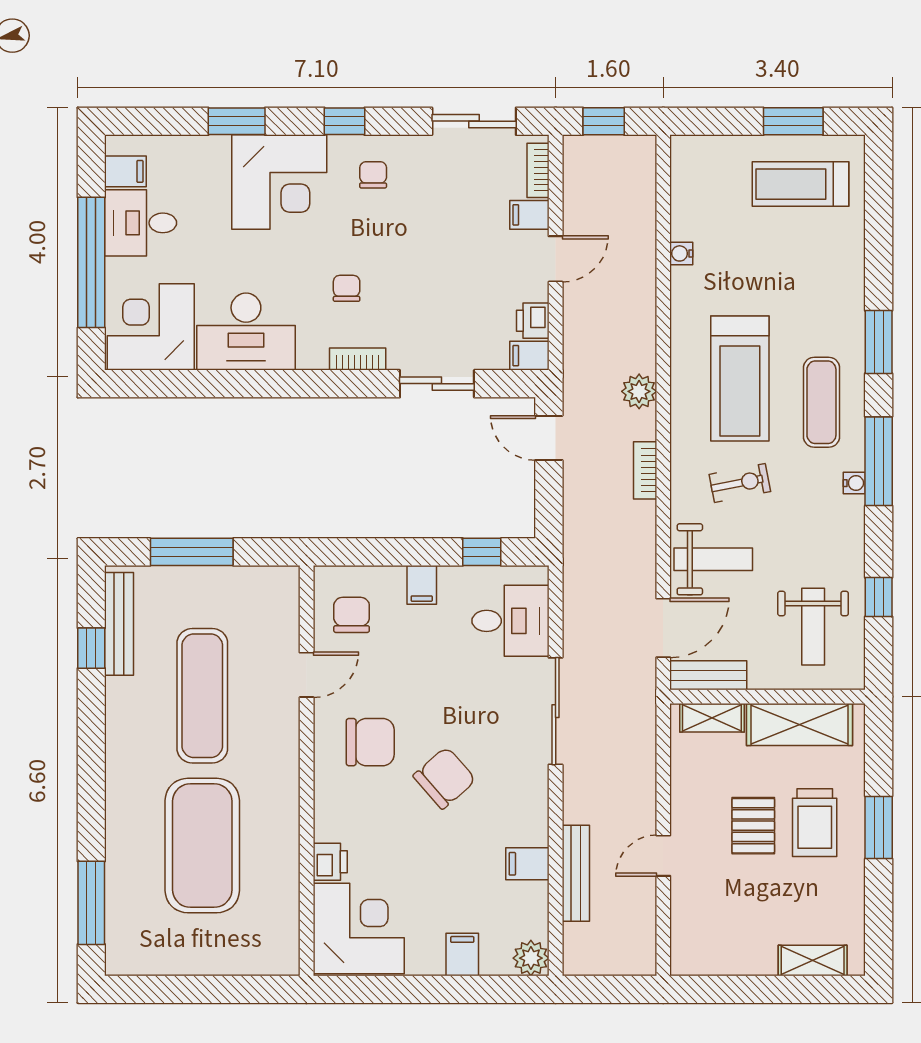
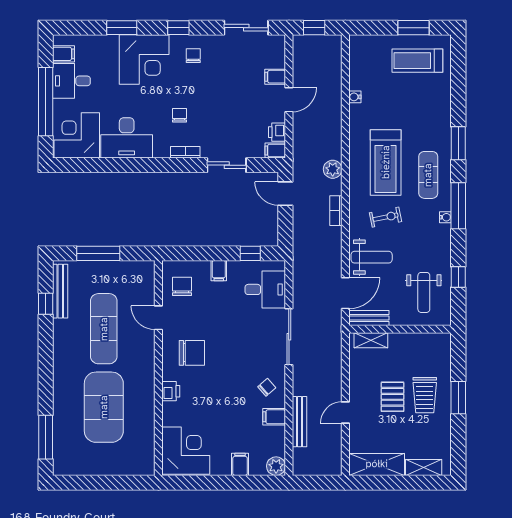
bookcase: (538, 170) -> (280, 53), removed
door: (307, 675) -> (158, 318), swing flipped
shelving: (800, 724) -> (377, 464), moved
chair: (445, 778) -> (267, 387), moved, width x0.54, depth x0.54
printer: (330, 862) -> (171, 391), moved

